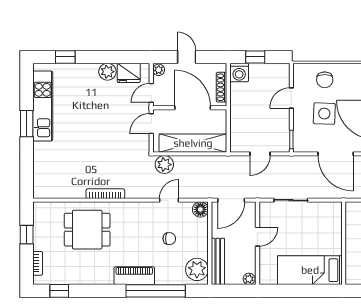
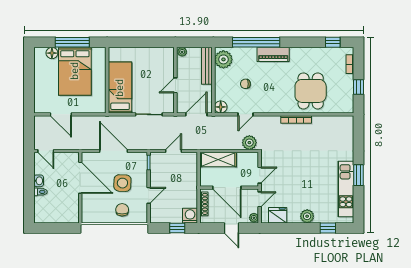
plant: (107, 72) -> (307, 216), moved
shelving: (193, 143) -> (218, 160), width x0.68
dining table: (87, 230) -> (311, 91), turned 90
bed: (310, 270) -> (120, 88), moved, turned -90

